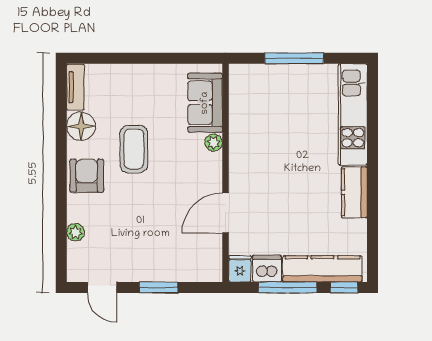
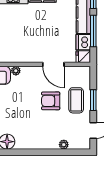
coffee table: (134, 149) -> (76, 100), moved, turned 90
armchair: (87, 176) -> (51, 101), moved

